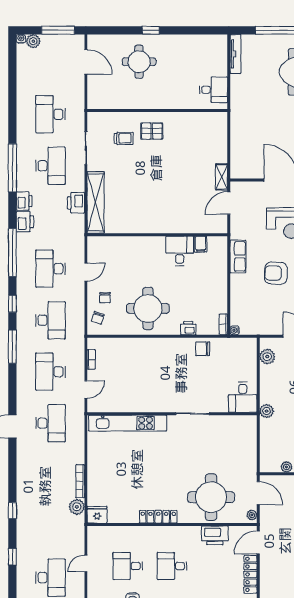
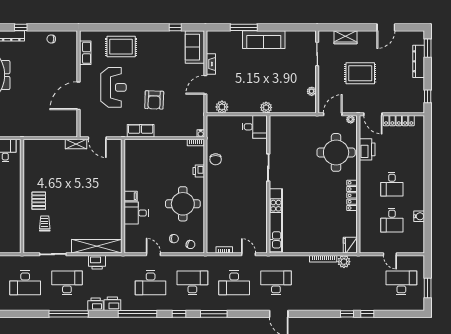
filing cabinet: (201, 244) -> (131, 196), moved
desk: (180, 251) -> (136, 213), moved
window: (12, 557) -> (367, 314), moved

